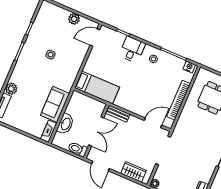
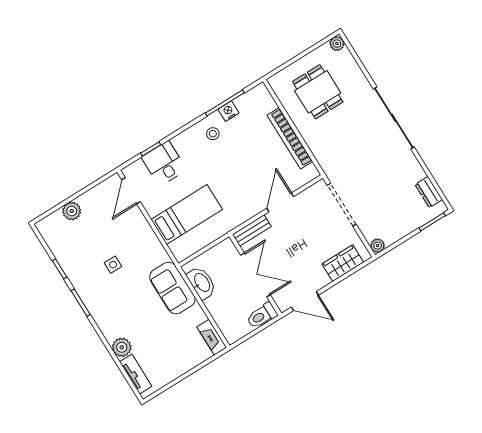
plant: (74, 19) -> (72, 211), moved
desk: (132, 49) -> (164, 163), moved
nightstand: (189, 67) -> (229, 111), moved
bed: (97, 87) -> (187, 214), moved
sofa: (55, 104) -> (172, 288), moved
door: (153, 123) -> (280, 202), moved
washbasin: (65, 124) -> (202, 283), moved

